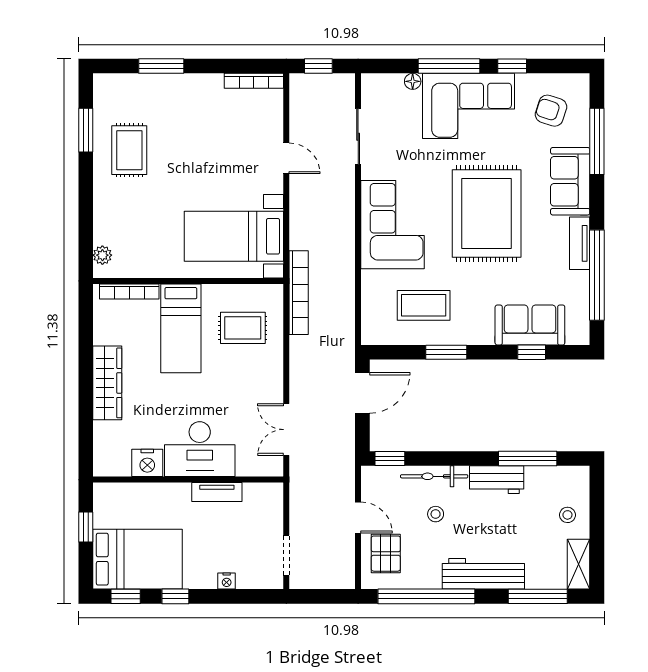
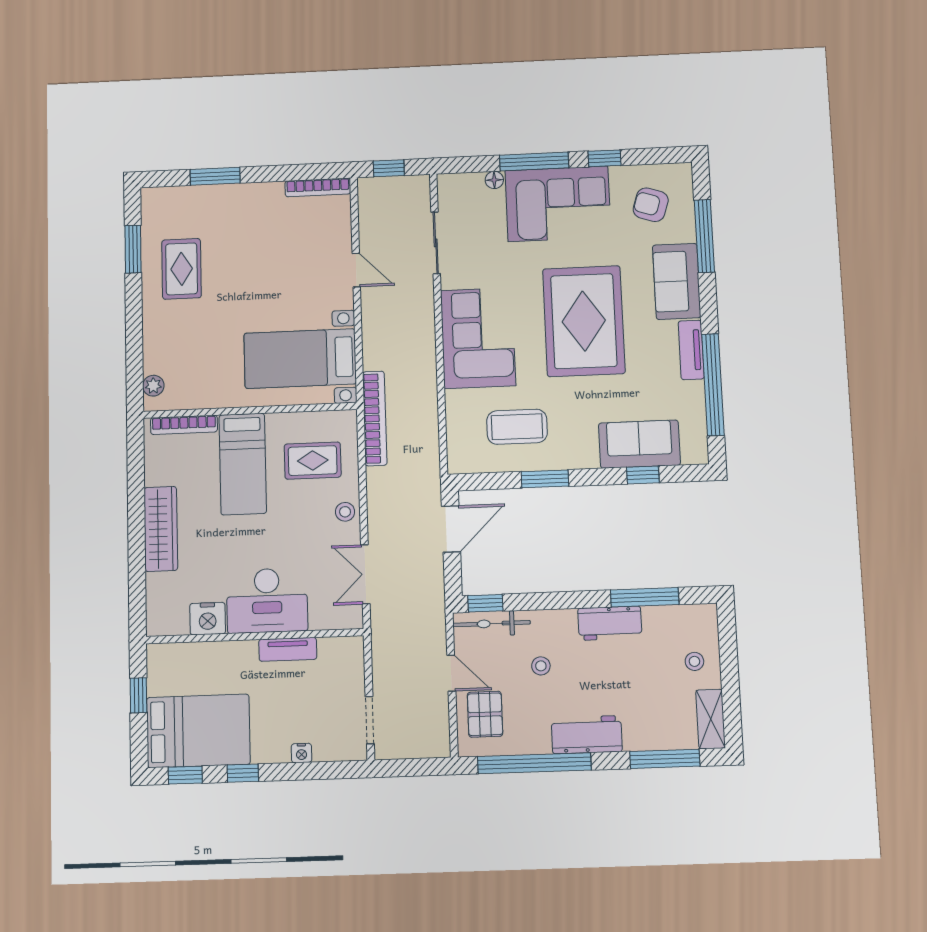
stool: (270, 374) -> (345, 512), added
bicycle: (434, 476) -> (491, 624), moved
workbench: (483, 574) -> (587, 735), width x0.73

